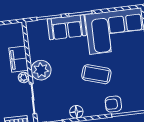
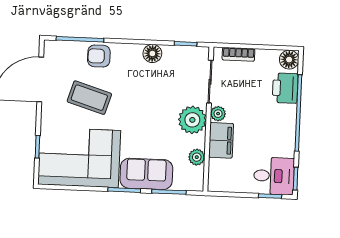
plant: (34, 45) -> (197, 157), added
coffee table: (96, 74) -> (89, 98), moved
armchair: (113, 104) -> (99, 56), turned 180

